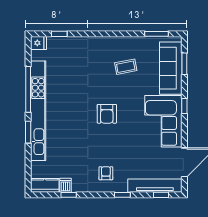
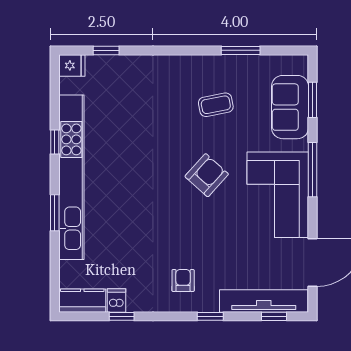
window: (157, 34) -> (241, 50), moved
sofa: (171, 68) -> (290, 107), width x0.73
window: (28, 89) -> (55, 142), width x0.32
window: (184, 106) -> (312, 170), width x2.17
armchair: (107, 114) -> (207, 175), moved, turned -138

